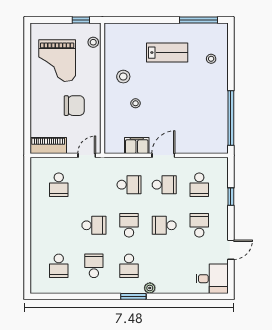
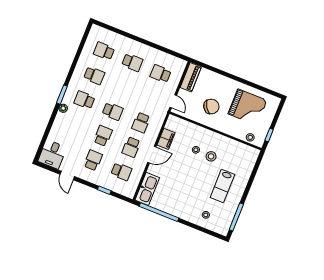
grand piano: (57, 61) -> (247, 107), turned 180
stool: (123, 77) -> (211, 156), moved
chair: (74, 106) -> (211, 107), turned -123
kitchen sink: (208, 144) -> (147, 189), added
door: (163, 155) -> (152, 155), hinge flipped
school desk: (199, 185) -> (121, 172), turned 180
school desk: (94, 225) -> (132, 62), moved, turned -90
school desk: (199, 225) -> (93, 160), turned -90

